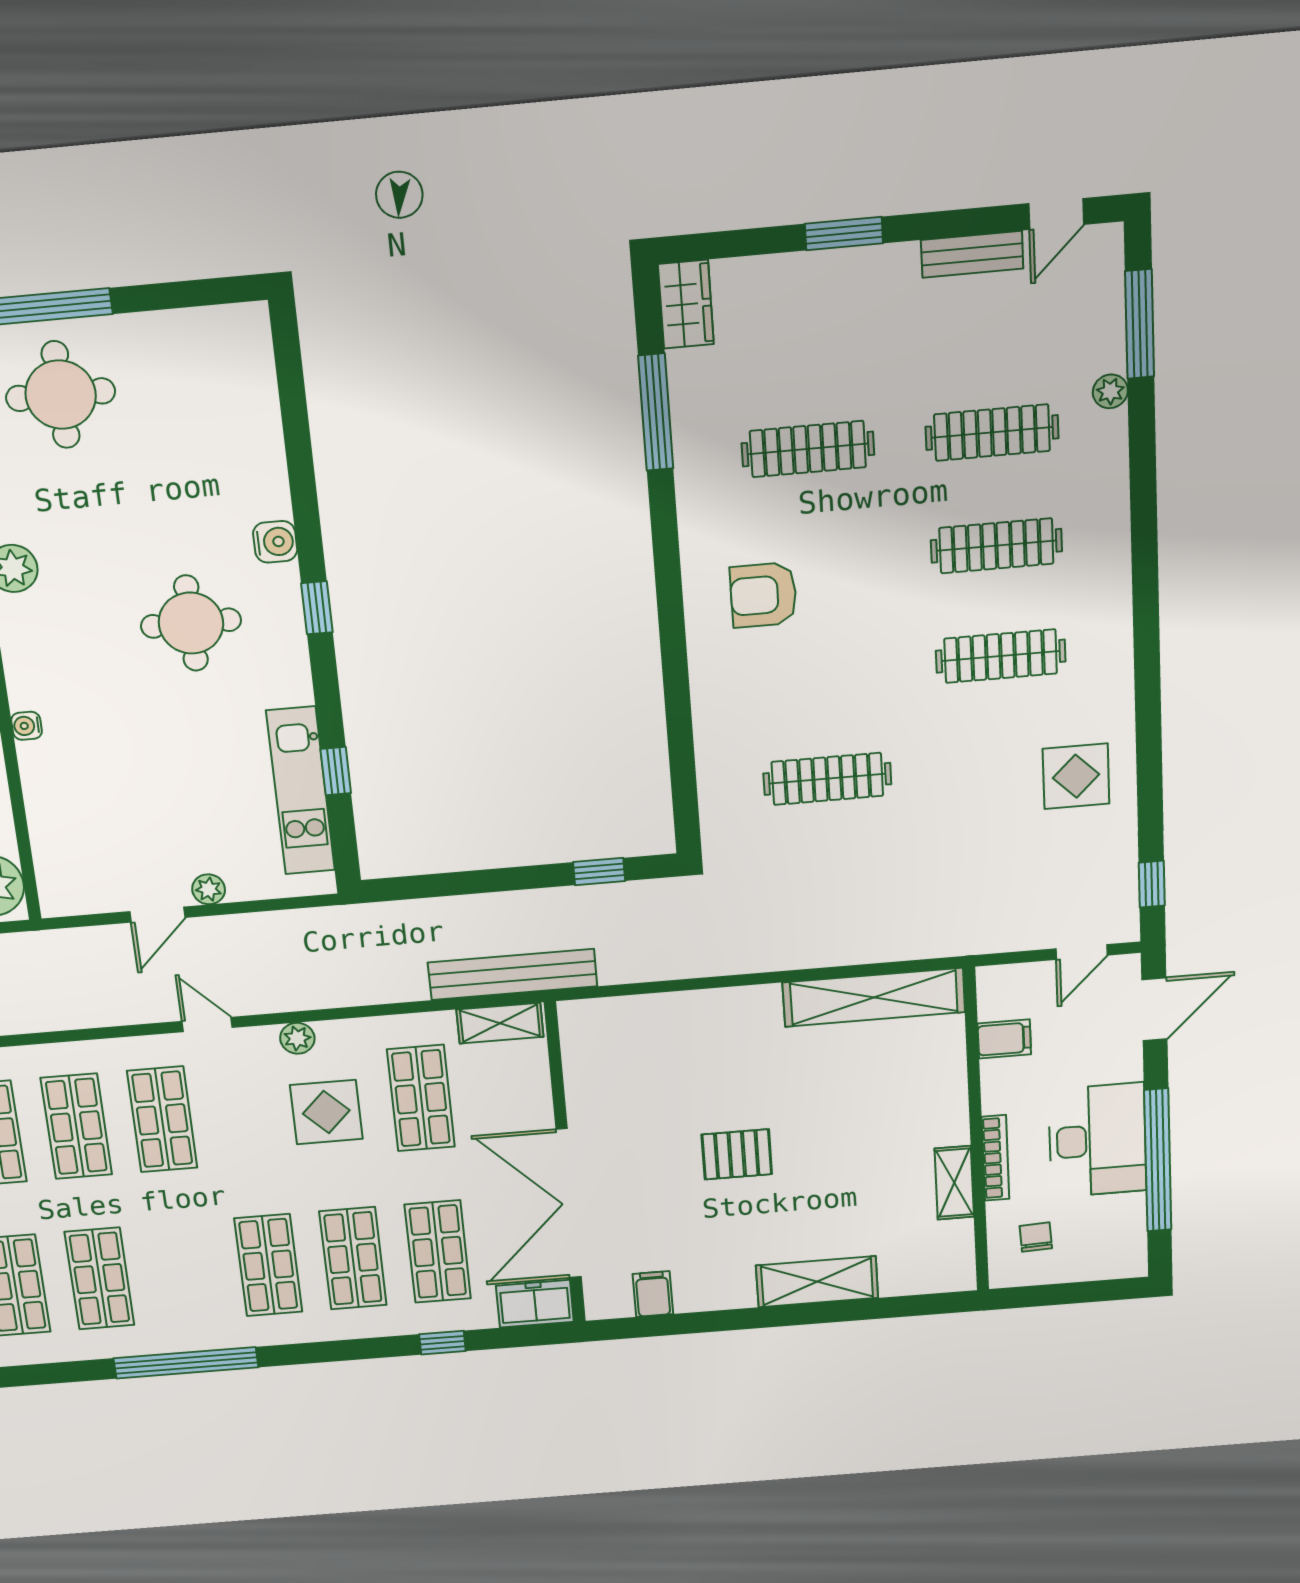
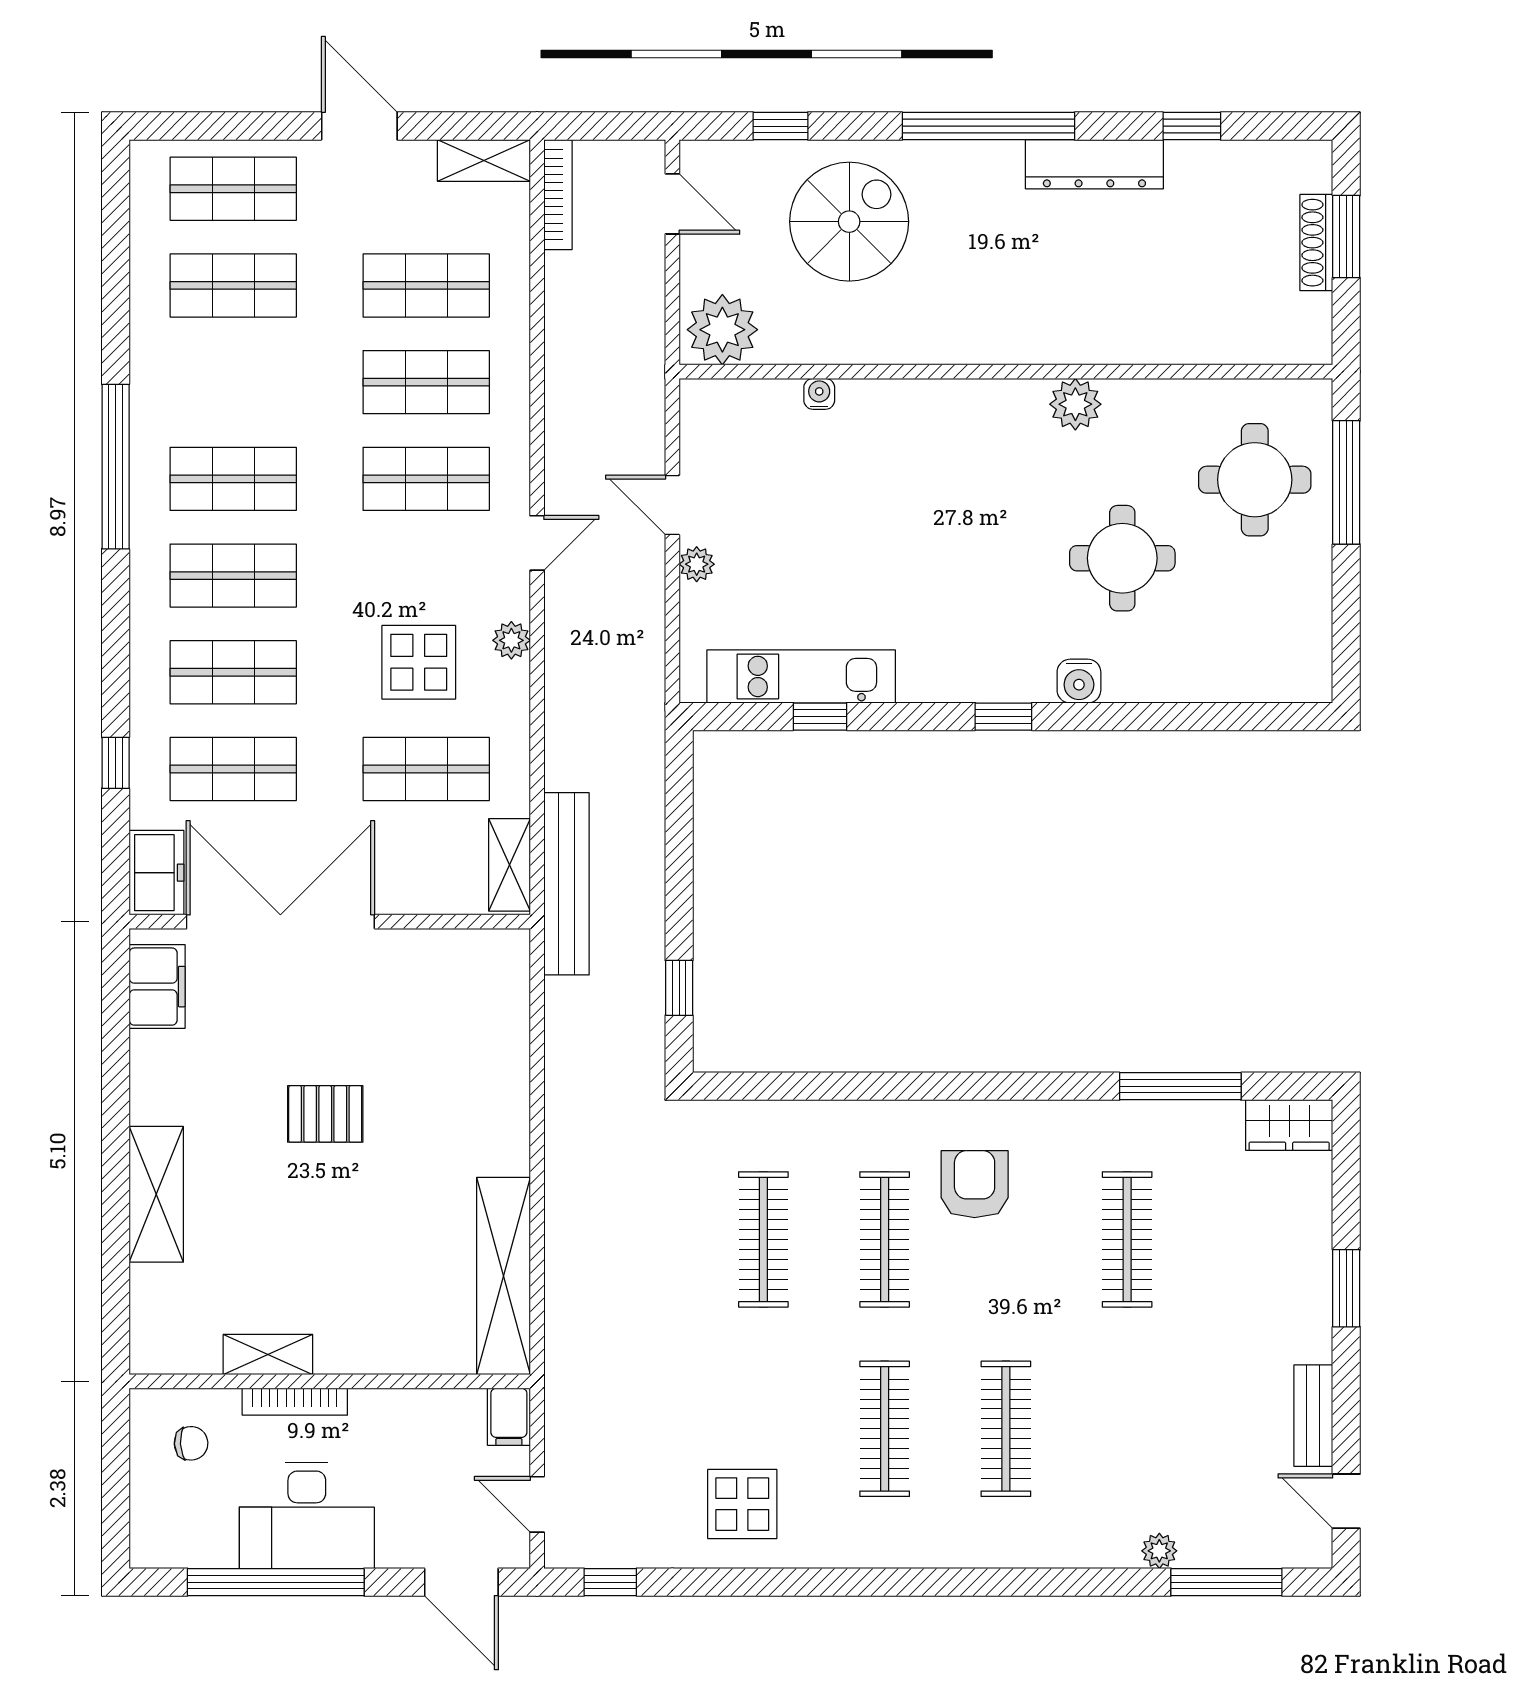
clothes rail: (992, 433) -> (885, 1239), moved
round table: (191, 623) -> (1122, 558), moved
water cooler: (27, 726) -> (819, 394), moved
filing cabinet: (1004, 1039) -> (509, 1417), moved
pallet: (737, 1154) -> (325, 1114), turned 90
shop shelf: (99, 1279) -> (233, 479), moved
filing cabinet: (653, 1294) -> (157, 987), width x2.00

